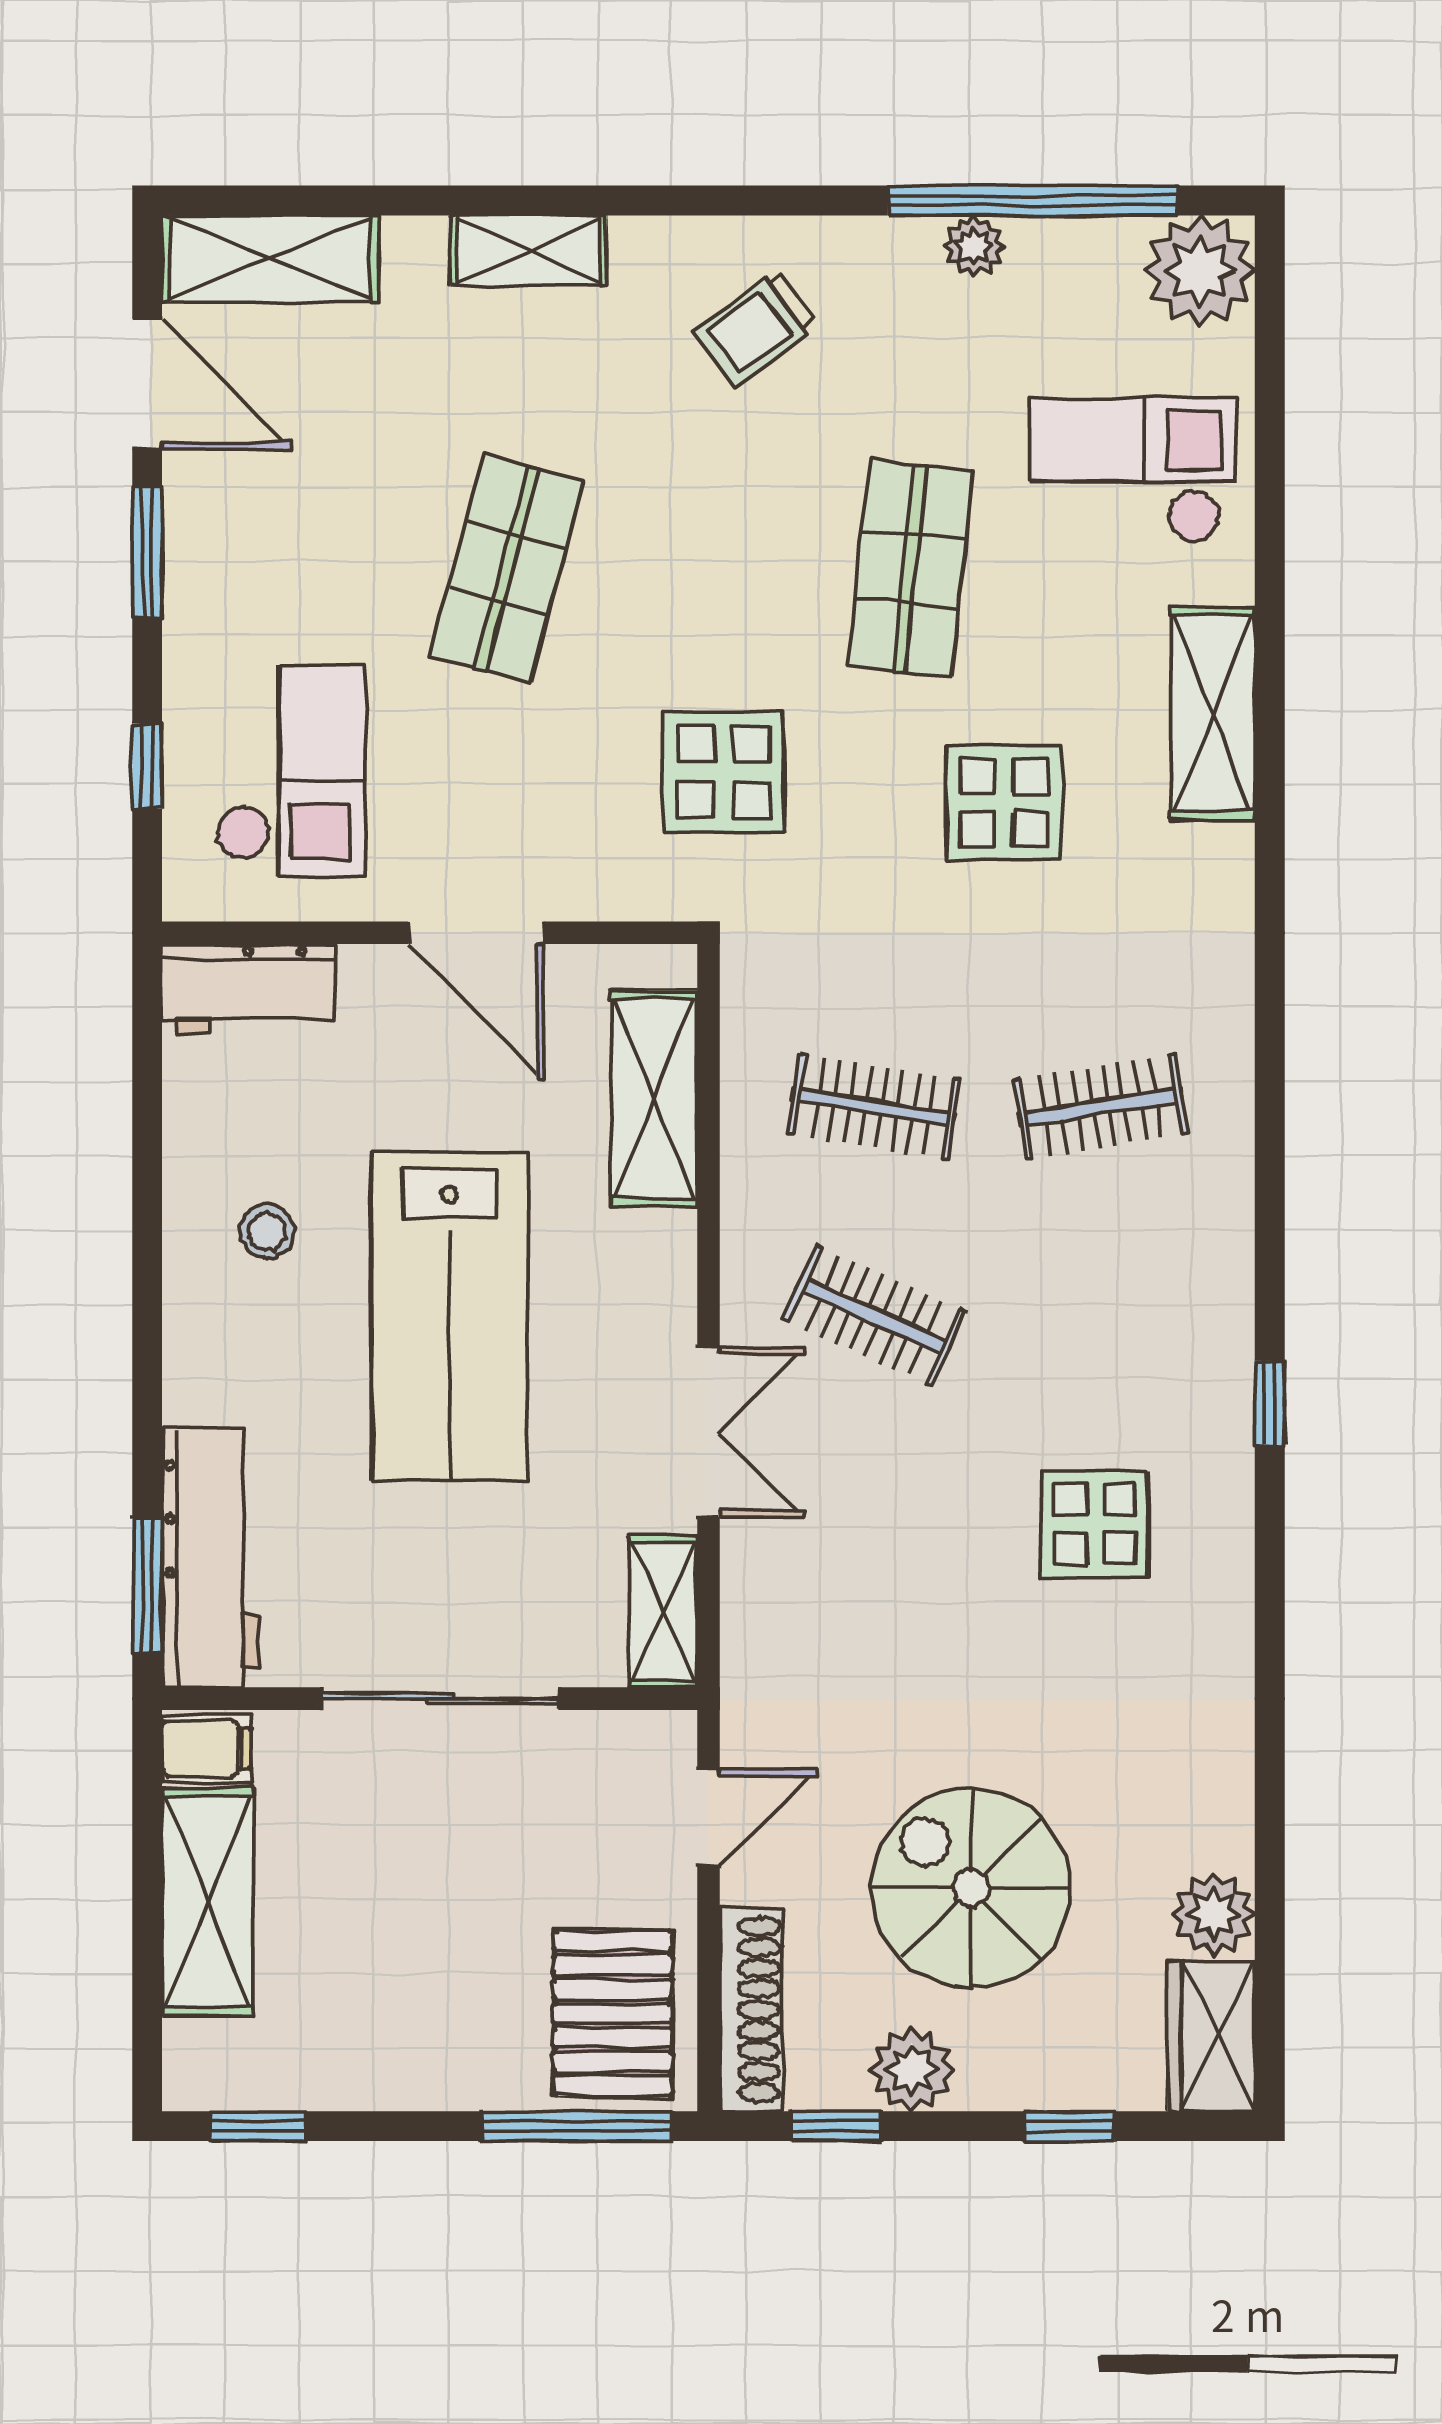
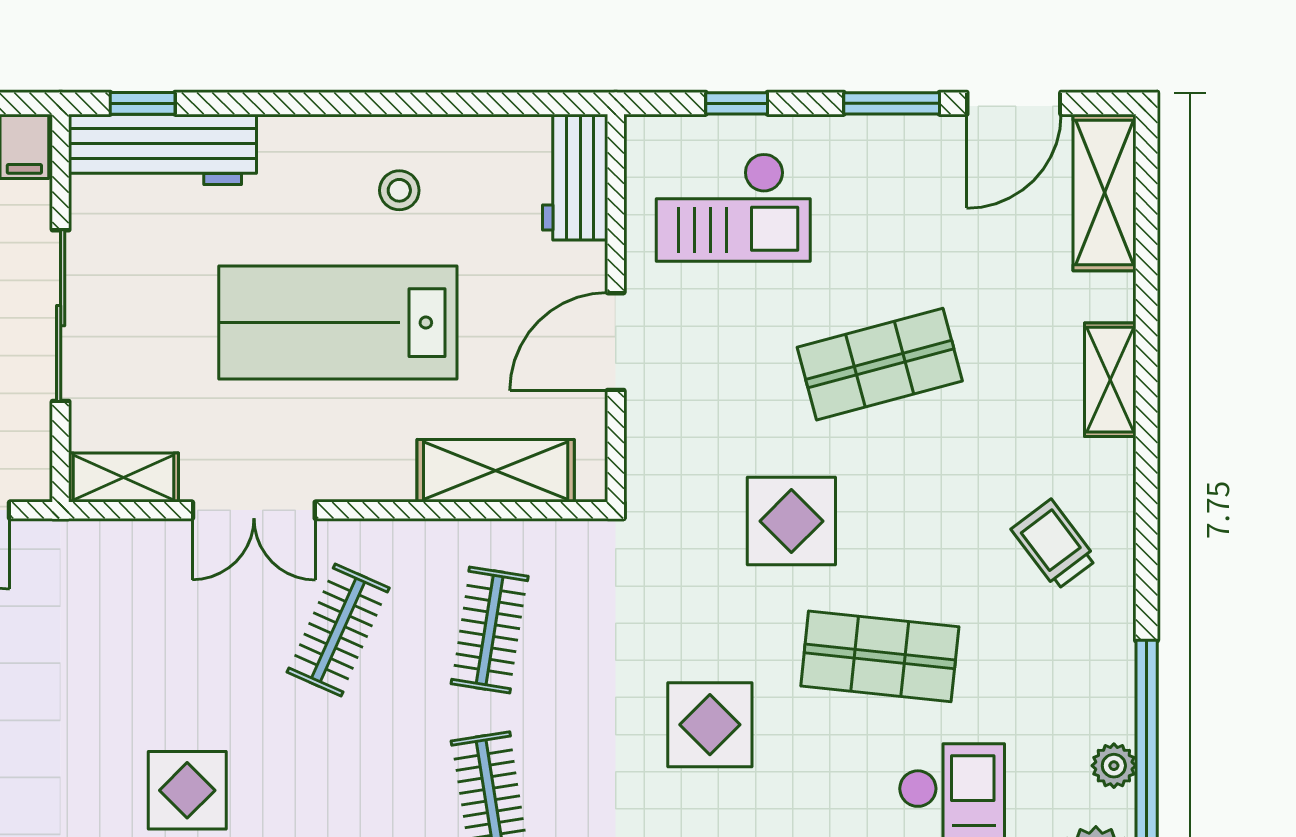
plant: (974, 246) -> (1114, 766), moved
shop shelf: (507, 569) -> (880, 364), turned -30
display table: (723, 772) -> (791, 521), moved
window: (147, 1585) -> (143, 103), width x0.67

